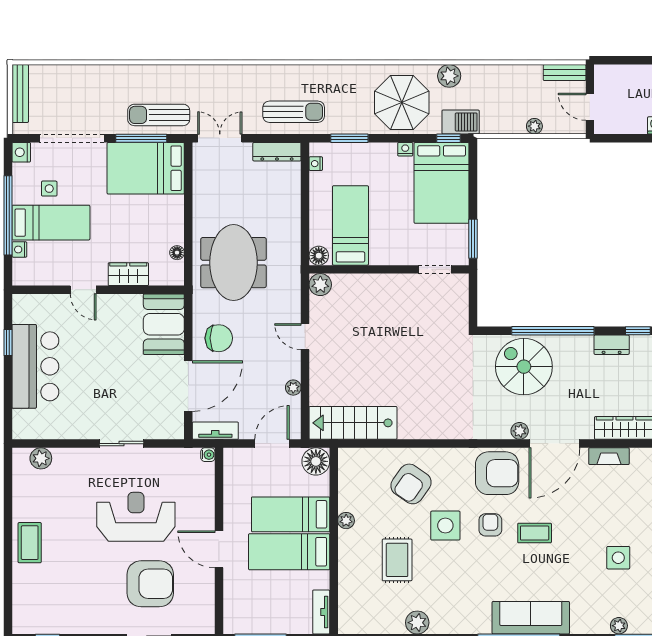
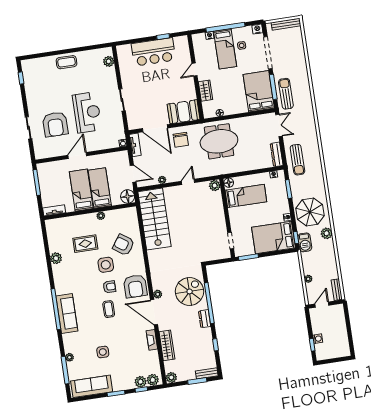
dresser: (612, 345) -> (205, 319), moved
stairs: (353, 423) -> (155, 219), width x1.36, depth x1.51

